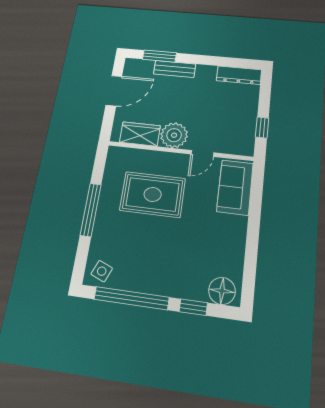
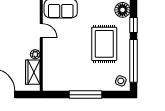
plant: (174, 135) -> (35, 54), width x0.53, depth x0.53
rug: (153, 194) -> (104, 44), moved

